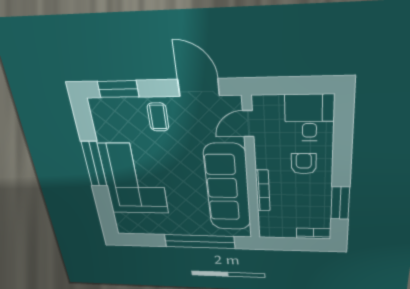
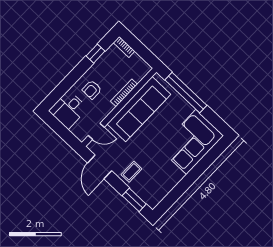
window: (94, 164) -> (188, 180), removed
corner sofa: (134, 179) -> (191, 142), moved
window: (340, 203) -> (96, 54), width x0.67

